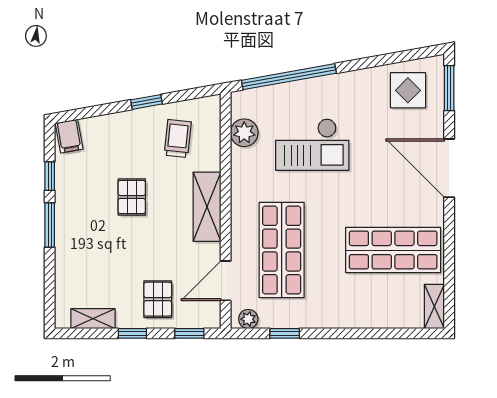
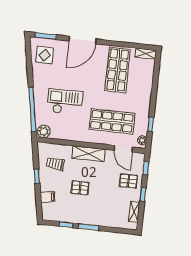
plant: (244, 133) -> (44, 131), moved
filing cabinet: (69, 136) -> (48, 197), moved
checkout: (312, 145) -> (65, 102), turned -90

